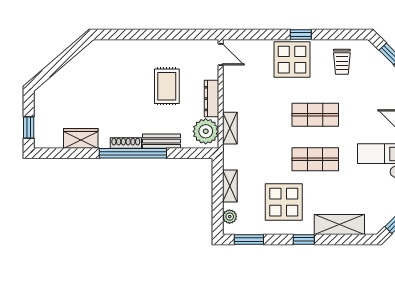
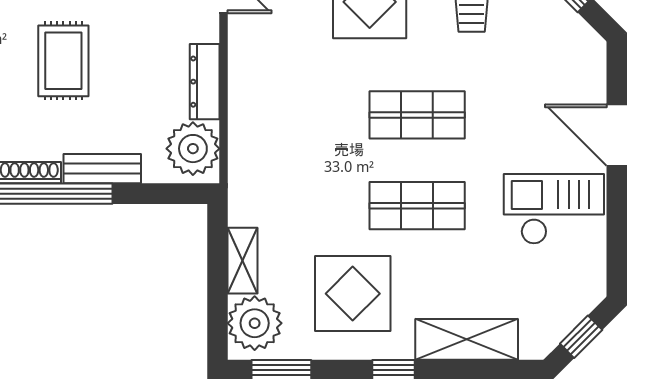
rug: (167, 86) -> (63, 61), moved
shelving: (230, 128) -> (242, 142), removed
plant: (230, 217) -> (255, 323), width x1.87, depth x1.87

